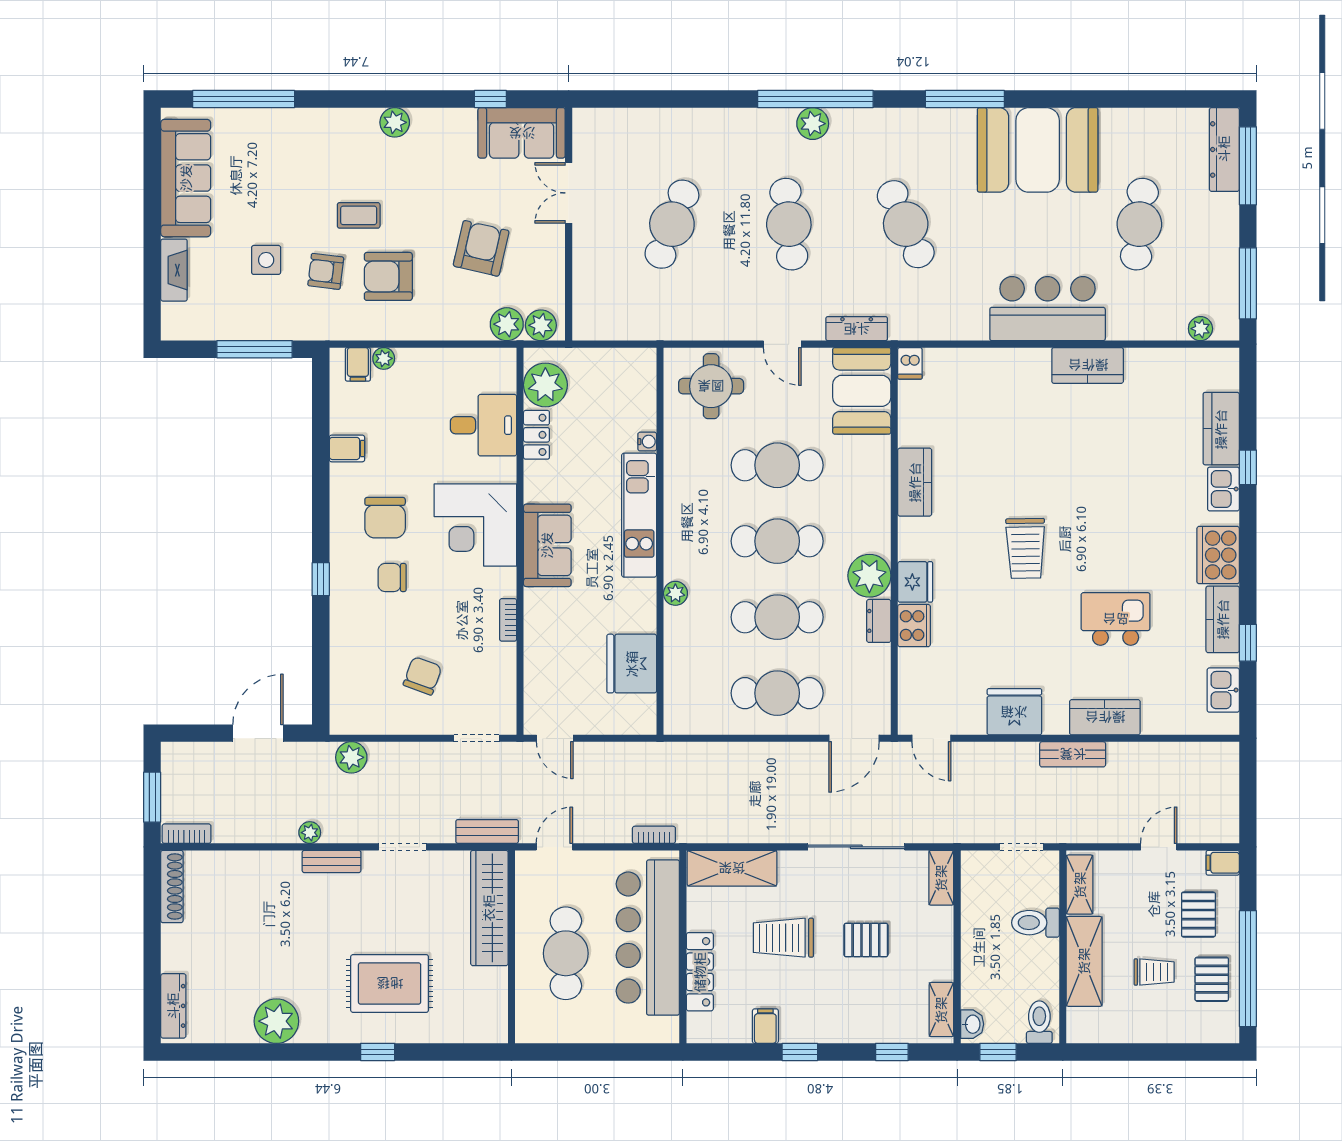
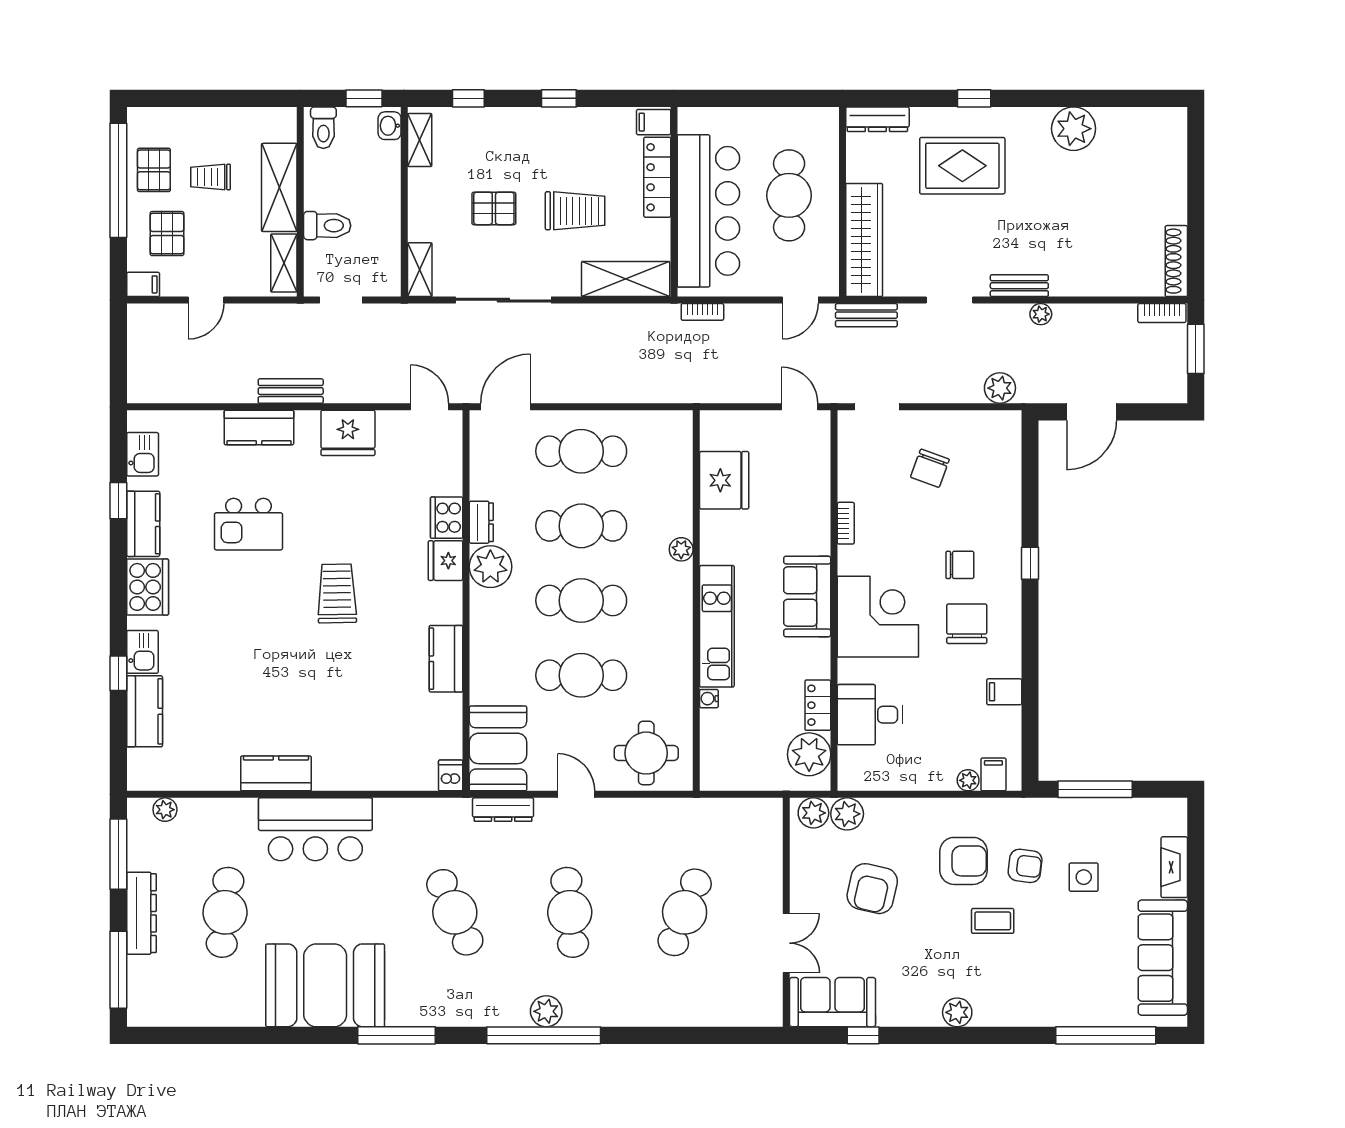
dresser: (1224, 149) -> (141, 913), moved
dresser: (173, 1006) -> (877, 119), moved, turned -90
filing cabinet: (765, 1026) -> (654, 122), moved, turned 90

